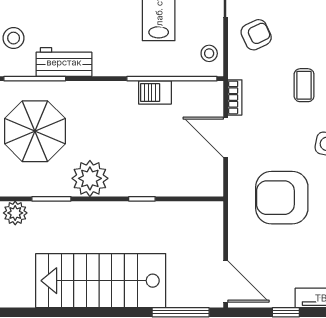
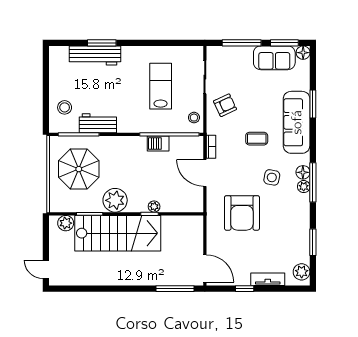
coffee table: (304, 85) -> (257, 139), turned 90
plant: (149, 188) -> (154, 207), added
armchair: (282, 198) -> (242, 213), turned -90
stairs: (101, 281) -> (118, 233), moved, turned 180

